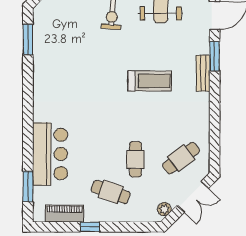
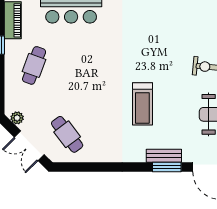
bench: (203, 73) -> (164, 156), moved
cafe table: (136, 159) -> (66, 90), removed

